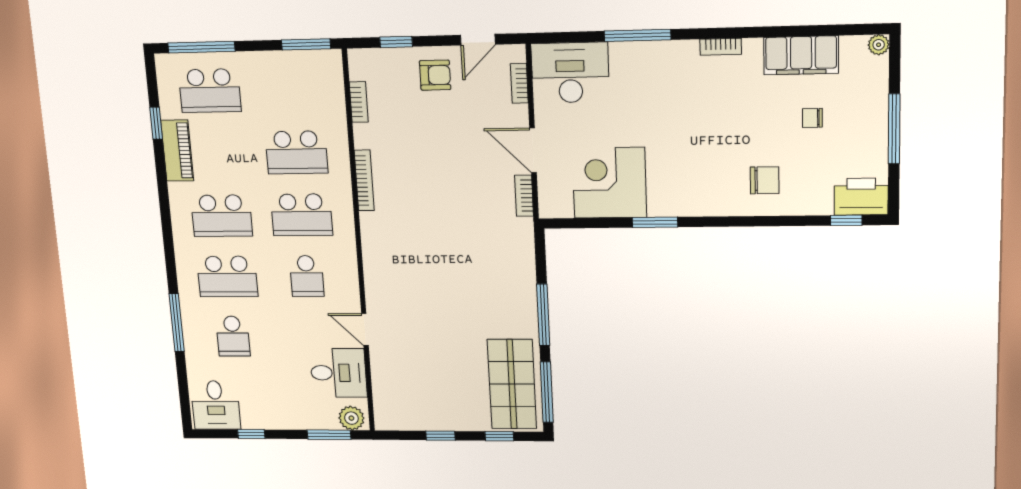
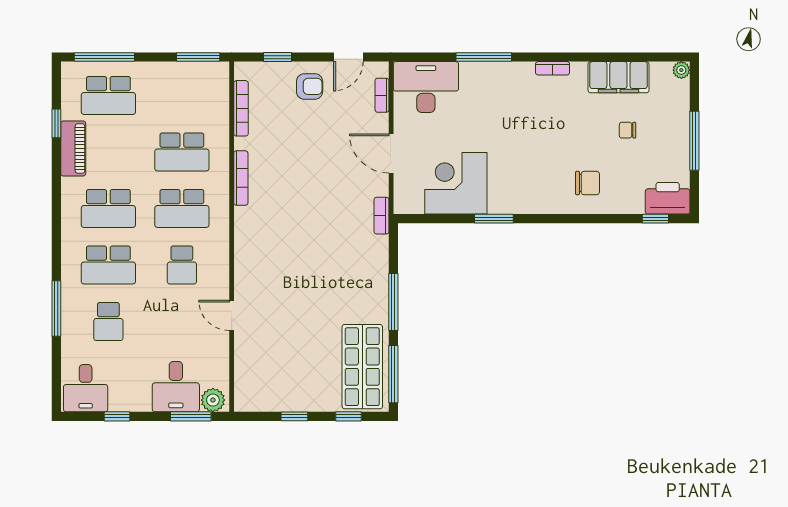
bookcase: (359, 102) -> (241, 108), width x1.56
bookcase: (524, 196) -> (381, 216), moved
desk: (338, 373) -> (176, 387), moved, turned 90

